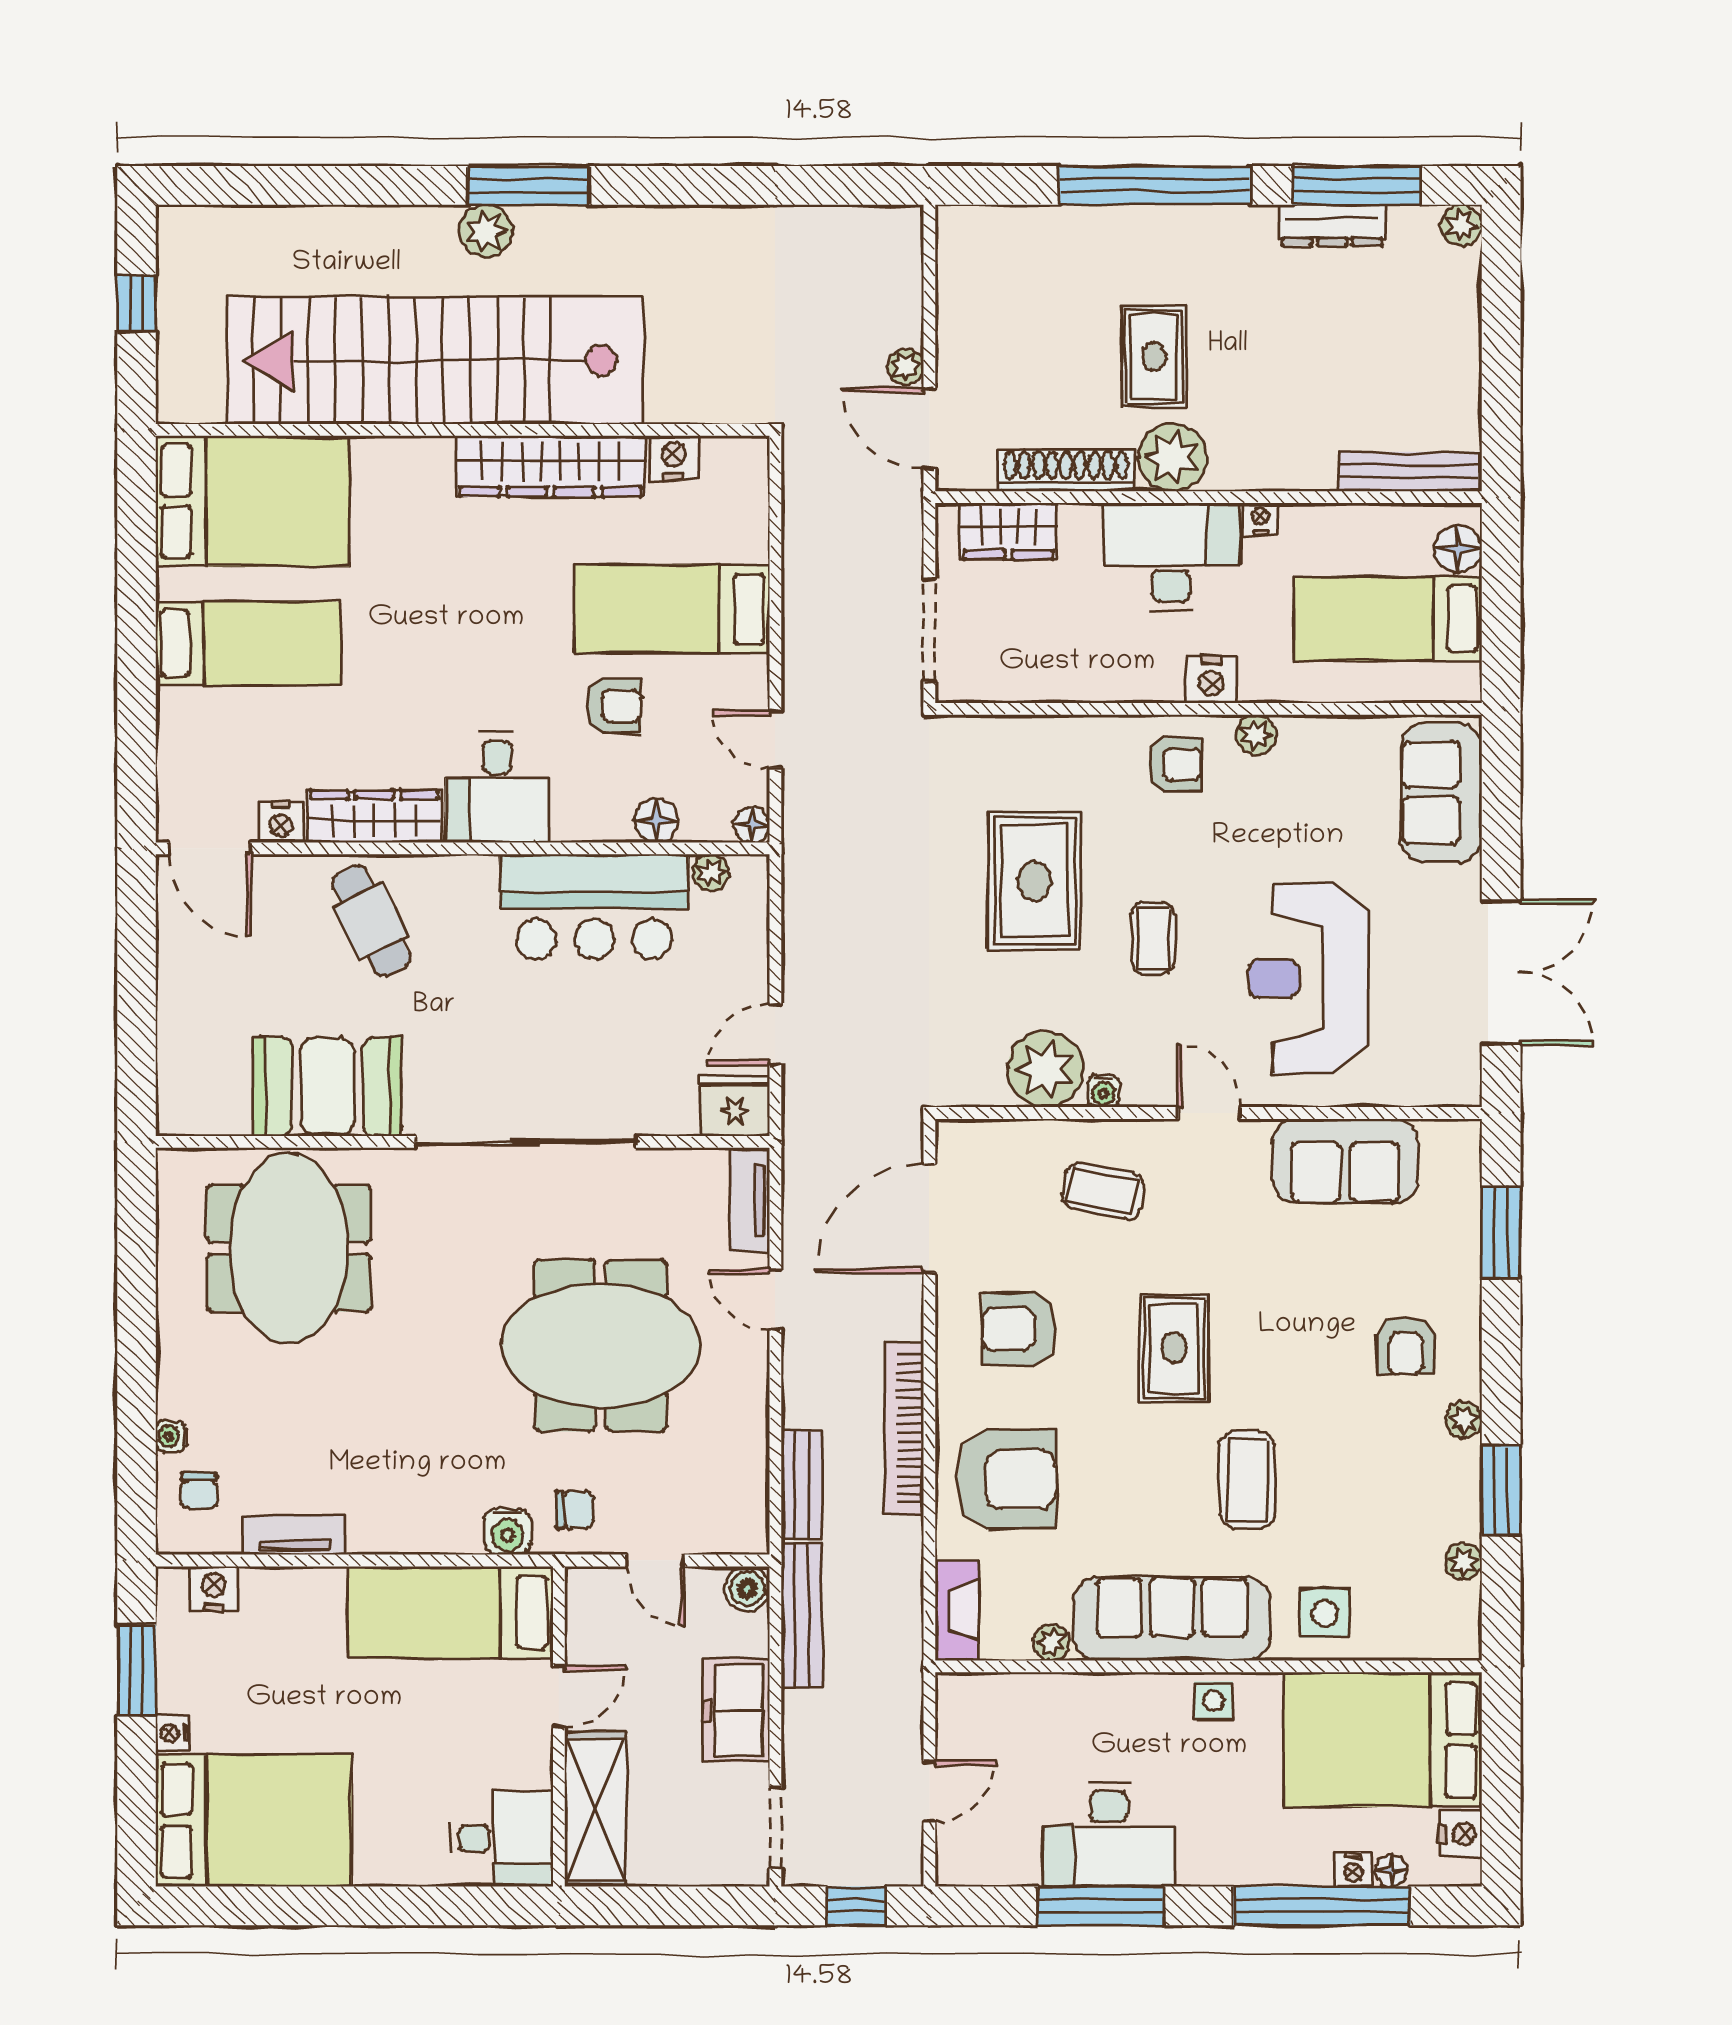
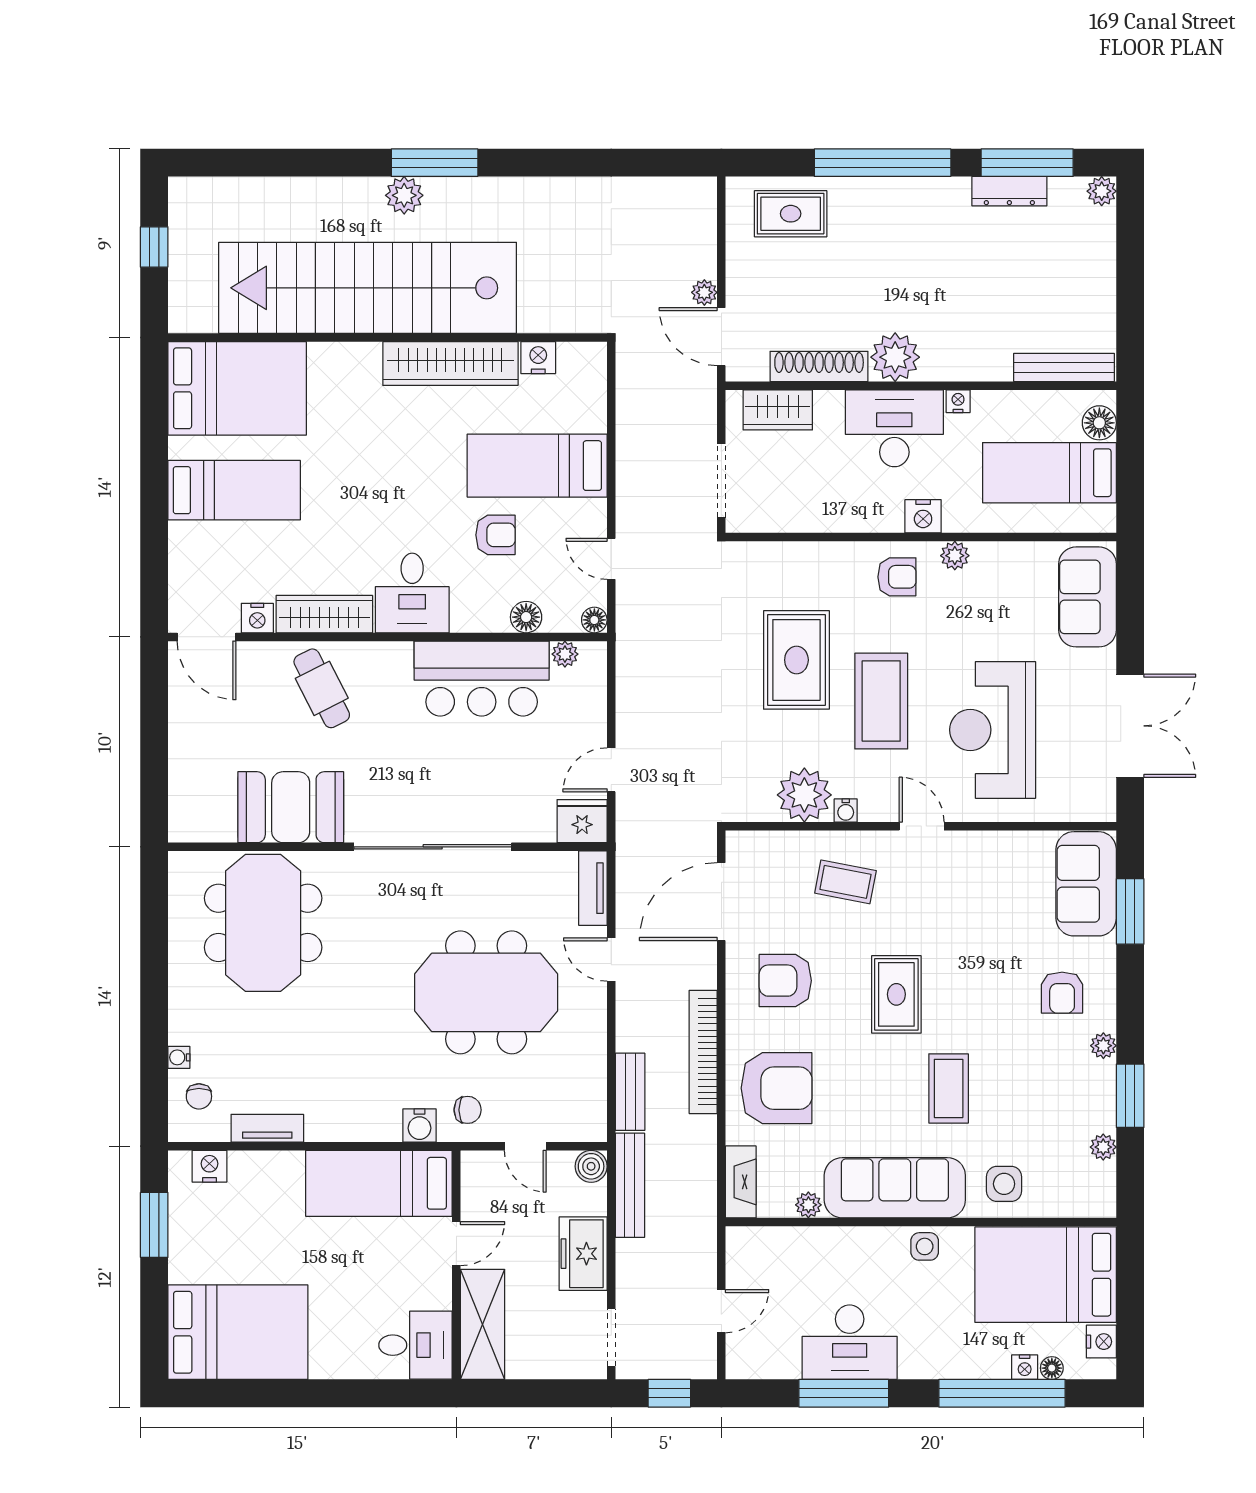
rug: (1154, 357) -> (791, 214), moved, turned 90
coffee table: (1153, 938) -> (881, 701), width x1.86, depth x1.72
sofa: (1345, 1161) -> (1086, 884), moved, turned 90
nightstand: (172, 1733) -> (180, 1270), removed

